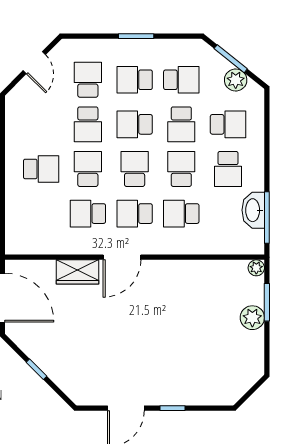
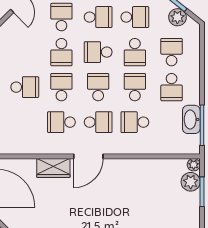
school desk: (135, 80) -> (98, 17), turned 180
school desk: (228, 124) -> (172, 52), turned -90
school desk: (135, 214) -> (98, 122), turned 180
plant: (252, 318) -> (191, 182), moved

